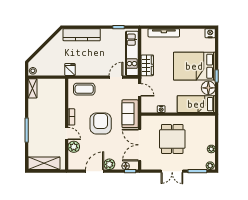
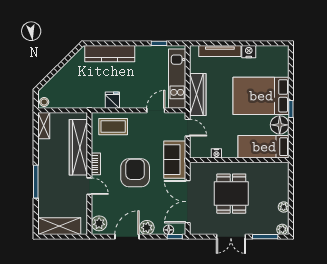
nightstand: (210, 33) -> (249, 52), moved
wardrobe: (147, 65) -> (198, 95), width x1.50
fridge: (70, 69) -> (112, 100), moved
wardrobe: (58, 104) -> (78, 147), added
plant: (74, 147) -> (99, 223), moved

